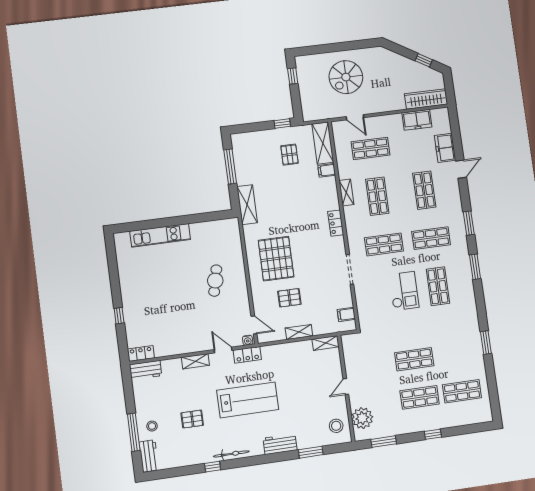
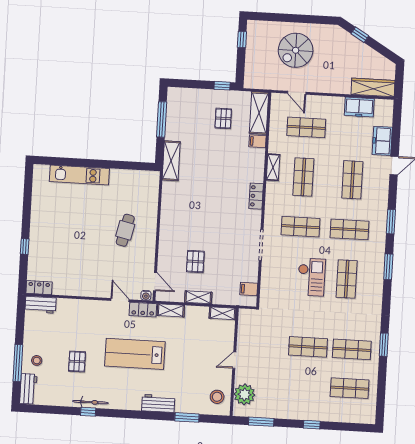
window: (424, 60) -> (360, 35), moved
pallet: (276, 259) -> (190, 220), removed
pallet: (289, 298) -> (195, 261), turned 90
shelving: (195, 361) -> (171, 310), moved
shop shelf: (420, 397) -> (352, 349), moved
lab bench: (248, 400) -> (135, 354), turned 180
pallet: (192, 419) -> (77, 362), turned 90
bicycle: (231, 454) -> (90, 402), moved

